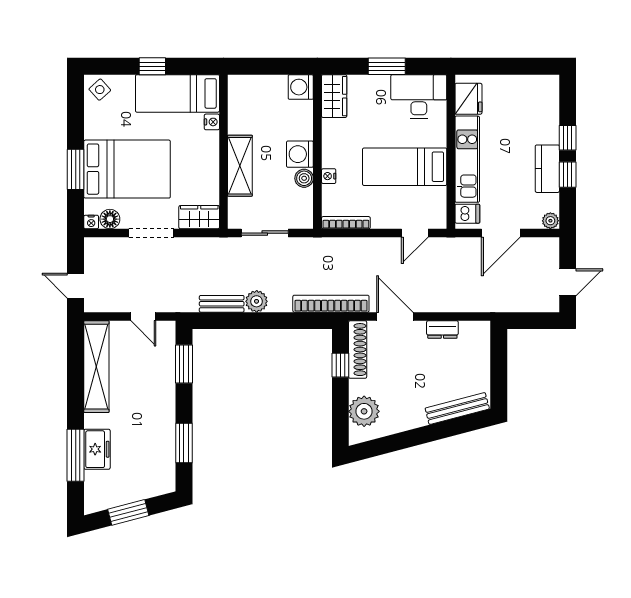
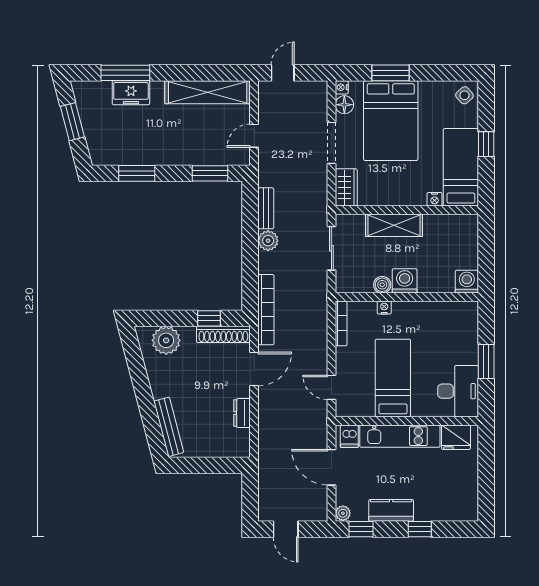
wardrobe: (334, 96) -> (458, 313), removed
window: (568, 175) -> (361, 529), moved

